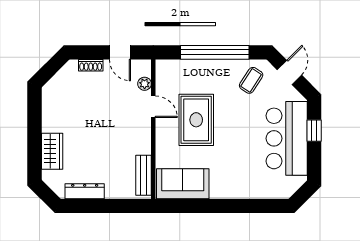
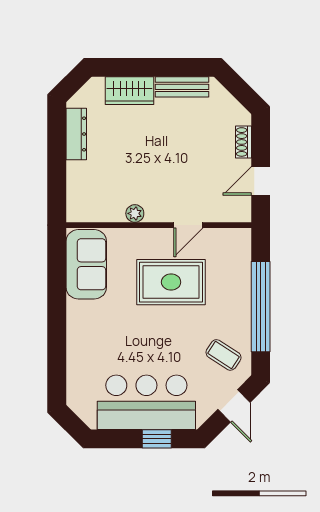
door: (289, 72) -> (234, 406), hinge flipped
plant: (145, 84) -> (135, 213), moved
bench: (144, 175) -> (182, 87), moved

